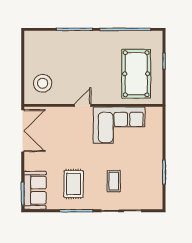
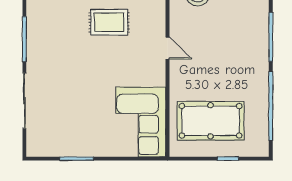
corner sofa: (119, 125) -> (141, 122), moved
coffee table: (114, 181) -> (65, 90), removed
rug: (74, 184) -> (109, 22), moved

